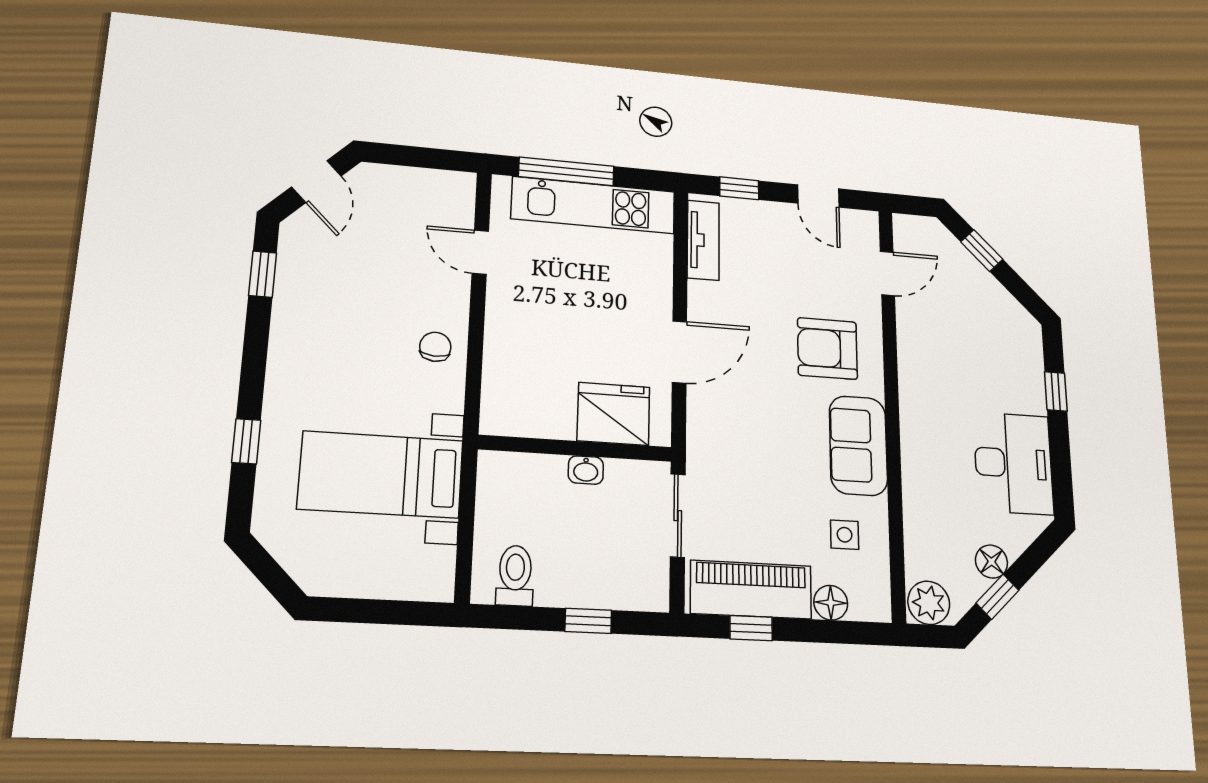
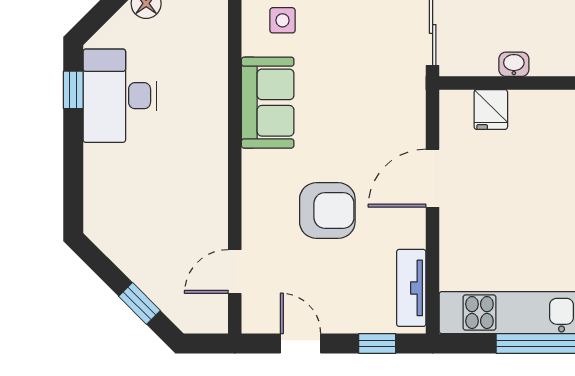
armchair: (827, 348) -> (327, 210), moved
window: (1056, 391) -> (73, 90), moved
fridge: (614, 414) -> (491, 110), width x0.53, depth x0.75

